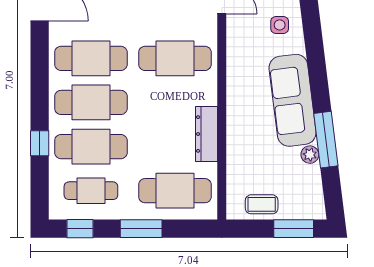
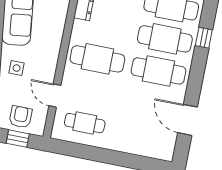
window: (40, 143) -> (204, 38), moved

